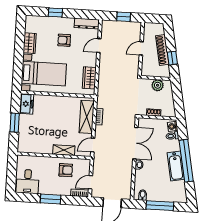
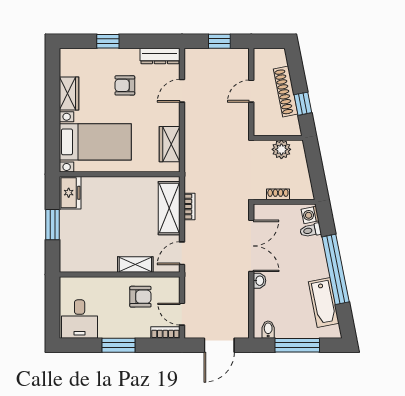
bathtub: (176, 166) -> (324, 303), moved
door: (91, 182) -> (182, 314), hinge flipped

